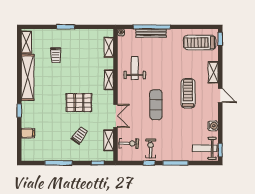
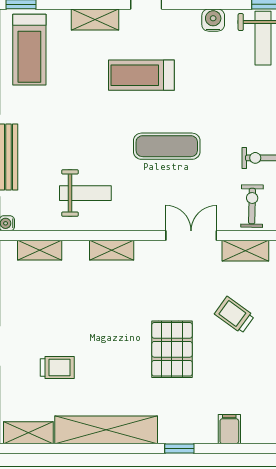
weight bench: (135, 68) -> (85, 193), turned 180
pallet: (79, 103) -> (172, 349), moved

